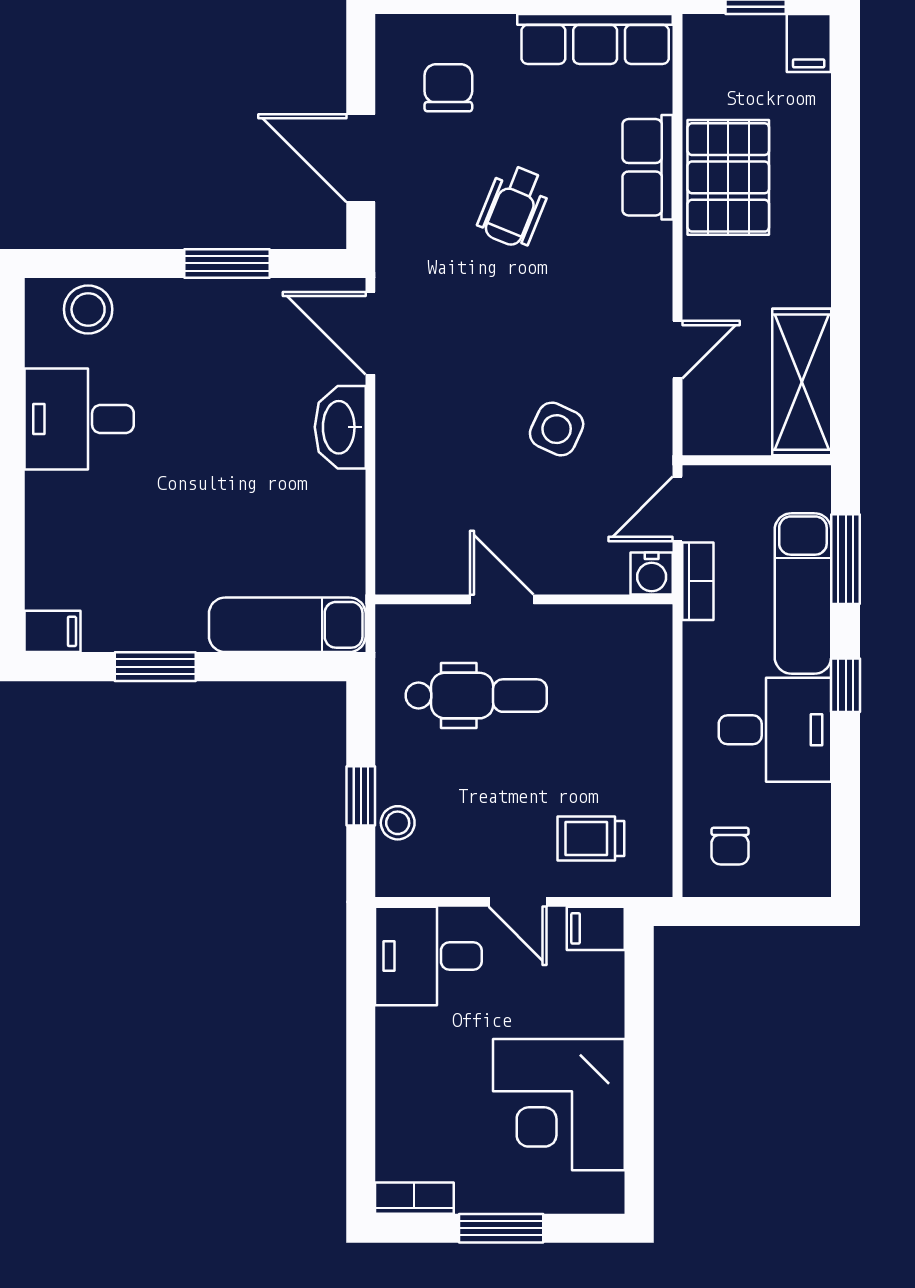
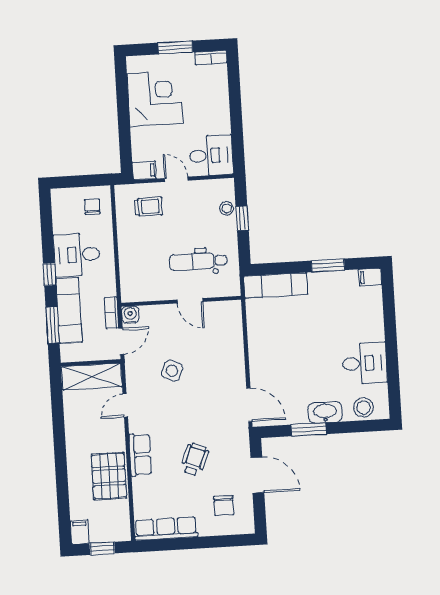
row of seats: (648, 167) -> (140, 455), moved
shelving: (802, 382) -> (92, 377), moved, turned 90
washbasin: (340, 427) -> (325, 412), moved, turned -90

